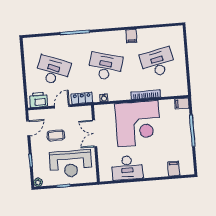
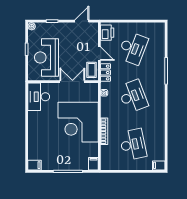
filing cabinet: (131, 36) -> (159, 165), moved
desk: (105, 66) -> (133, 96), turned -36
door: (28, 128) -> (82, 21), swing flipped
coffee table: (56, 135) -> (91, 70), moved
desk: (127, 168) -> (39, 97), moved
filing cabinet: (174, 169) -> (34, 165), moved

